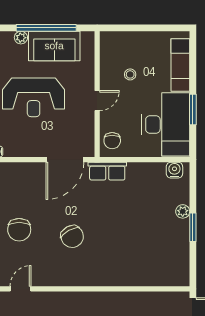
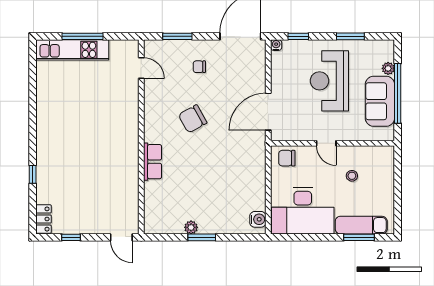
window: (193, 110) -> (359, 237), moved
door: (65, 160) -> (268, 112), hinge flipped
row of seats: (107, 171) -> (153, 162), moved, turned 180
plant: (183, 211) -> (191, 227), moved
chair: (19, 230) -> (199, 67), width x0.54, depth x0.54

